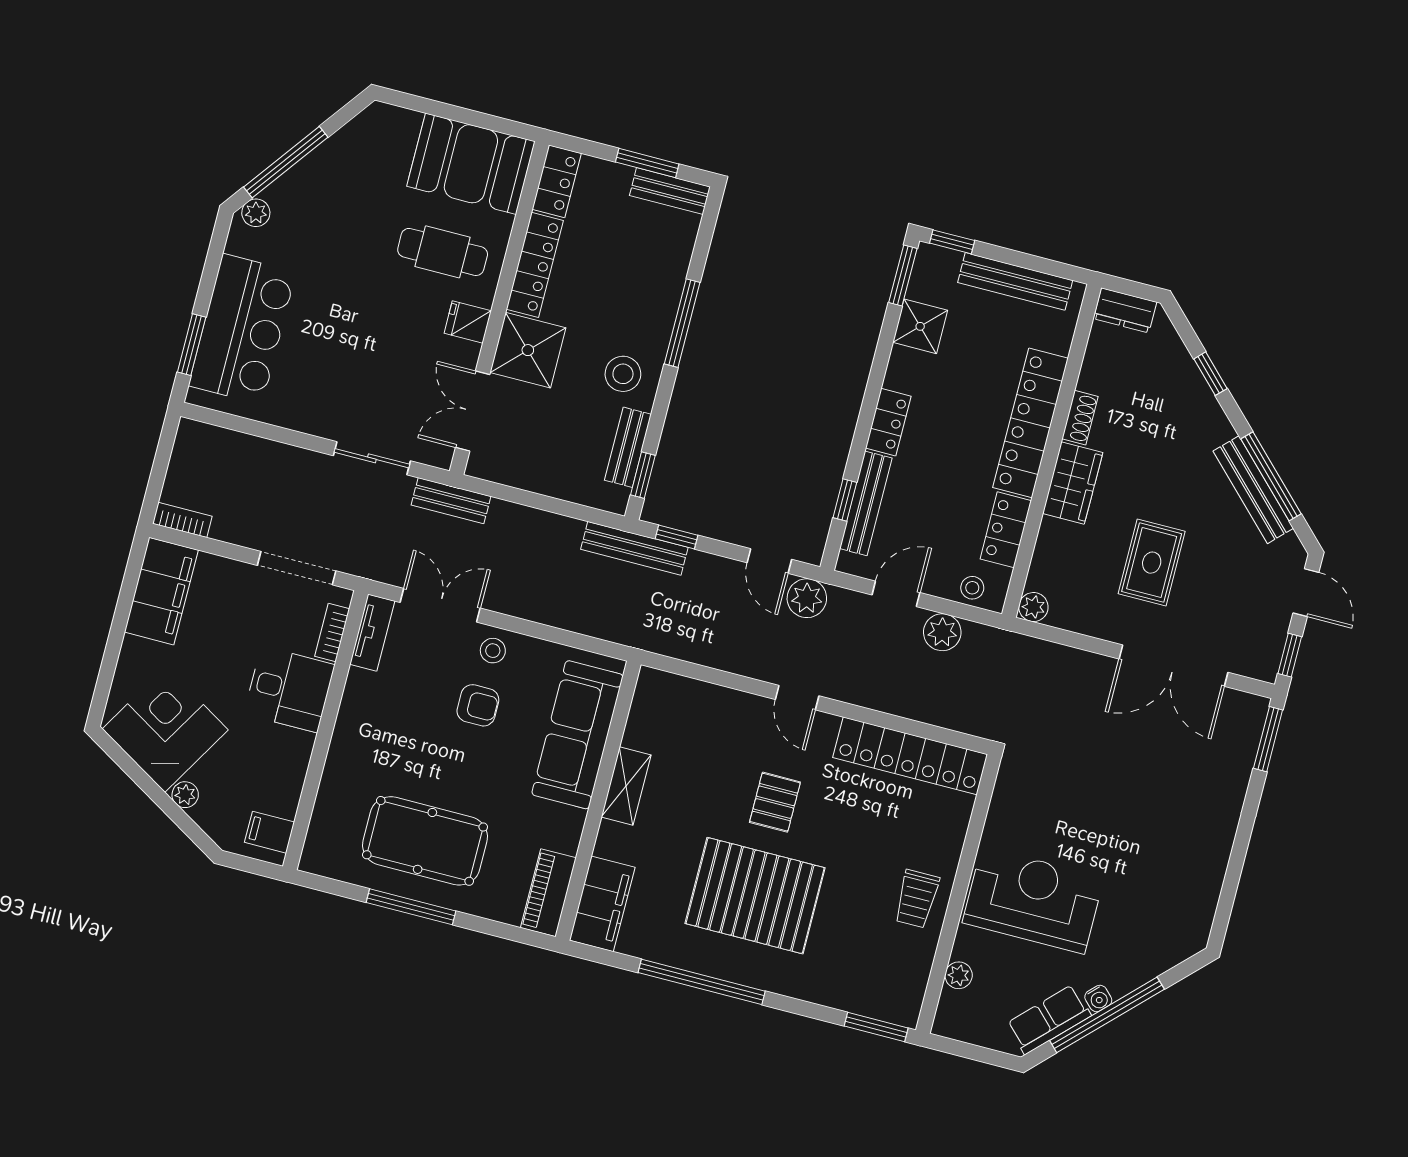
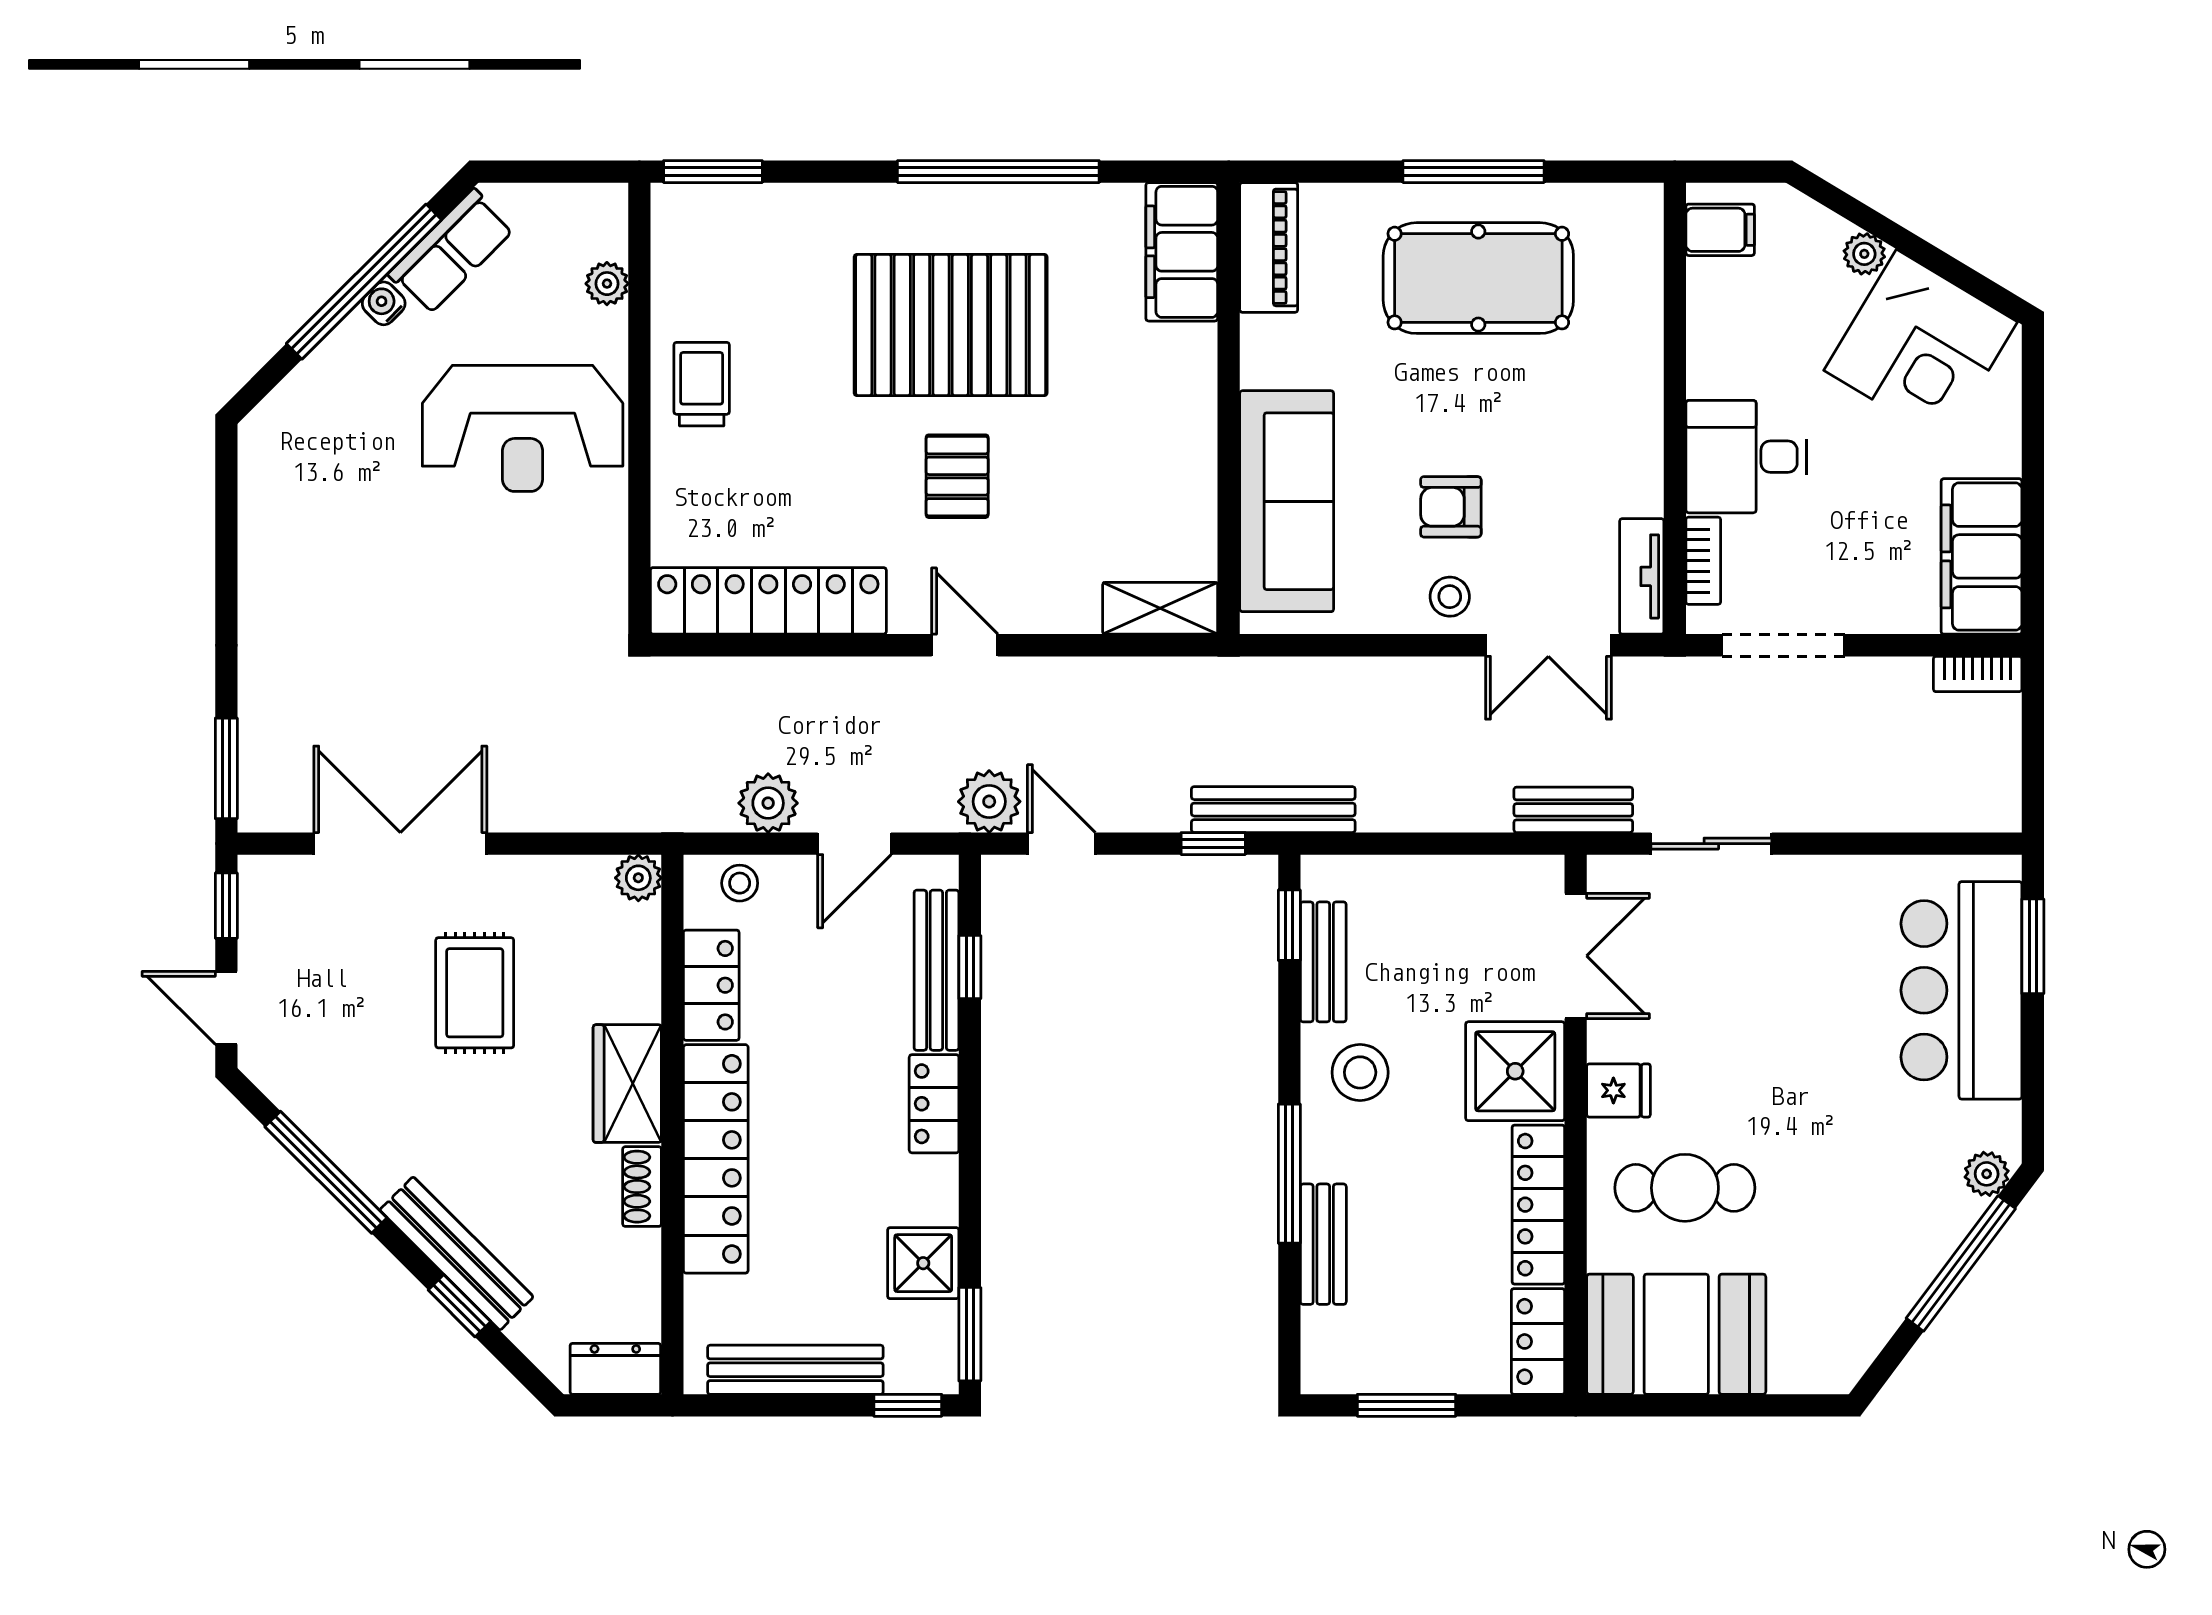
bench: (670, 191) -> (1323, 1244), moved, turned 90
bench: (1253, 490) -> (457, 1253), moved
shelving: (626, 786) -> (1160, 608), moved, turned 90

